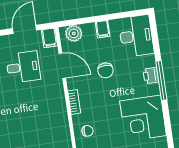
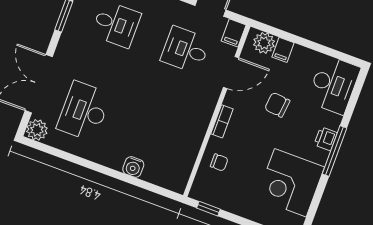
filing cabinet: (103, 29) -> (283, 50), moved
door: (62, 66) -> (231, 72), hinge flipped
desk: (23, 67) -> (185, 50), turned 180
chair: (105, 70) -> (277, 105), turned 96

